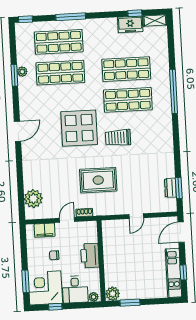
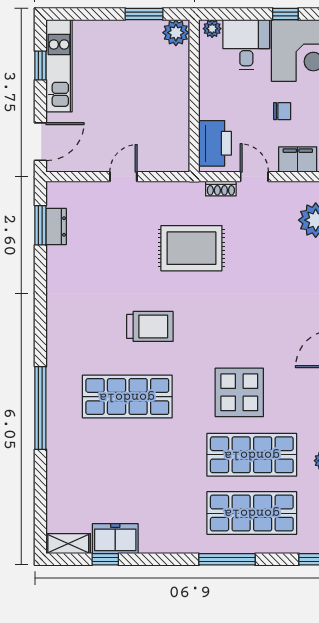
shop shelf: (126, 69) -> (127, 455), removed
display table: (79, 128) -> (239, 392), moved, width x0.73, depth x0.73
door: (67, 220) -> (254, 177), swing flipped
printer: (90, 255) -> (215, 143), moved

